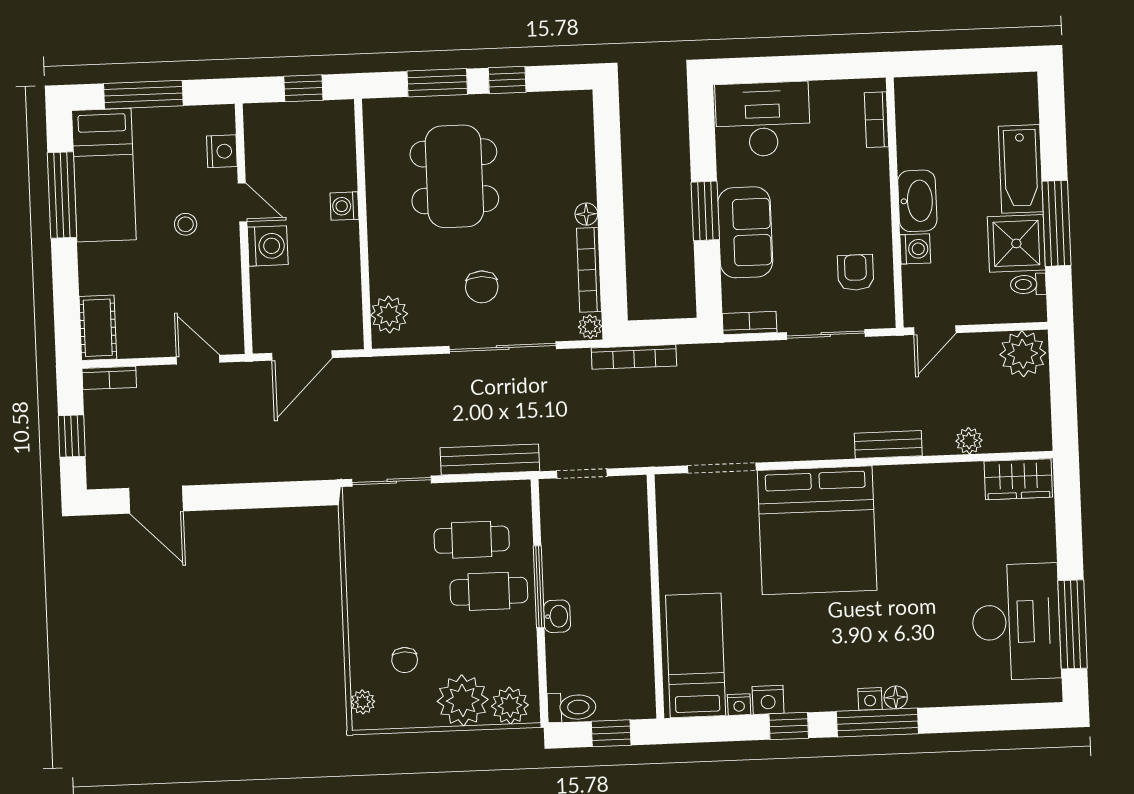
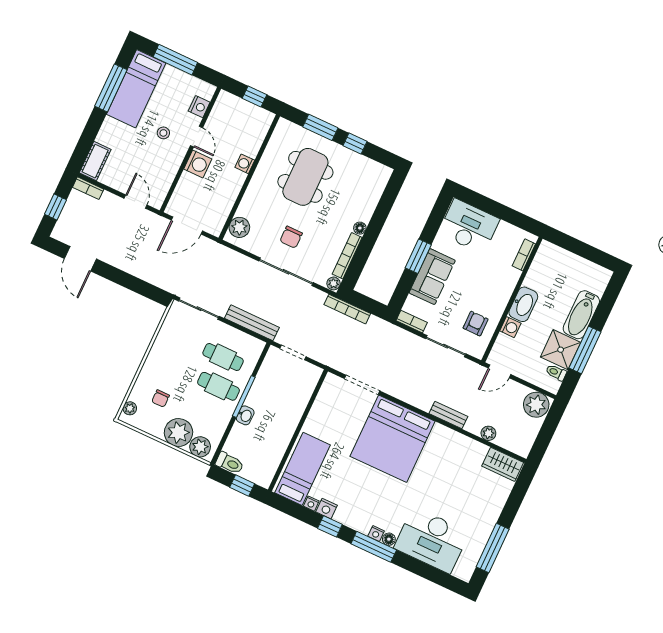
desk: (1016, 622) -> (432, 540), moved, turned 90

